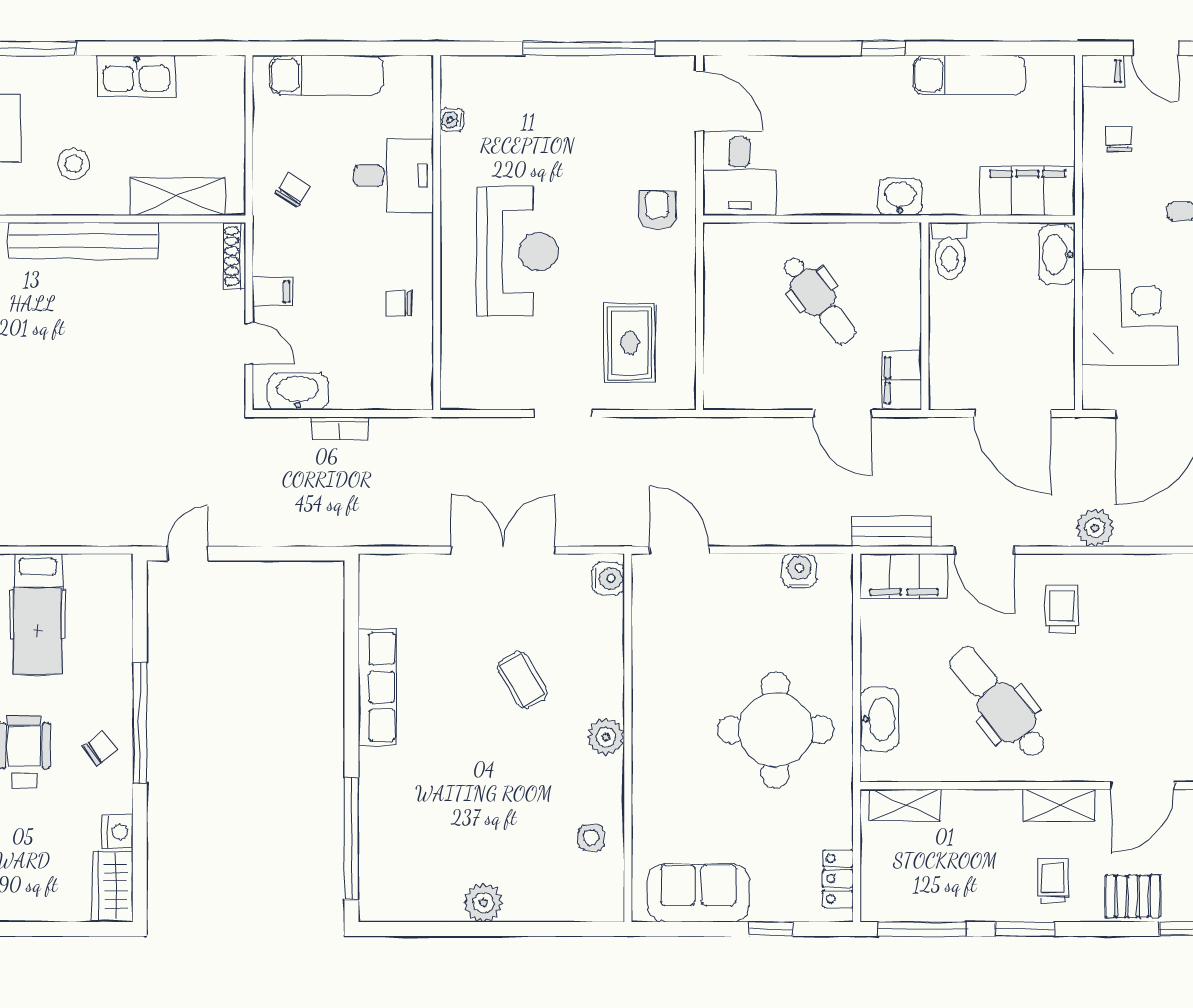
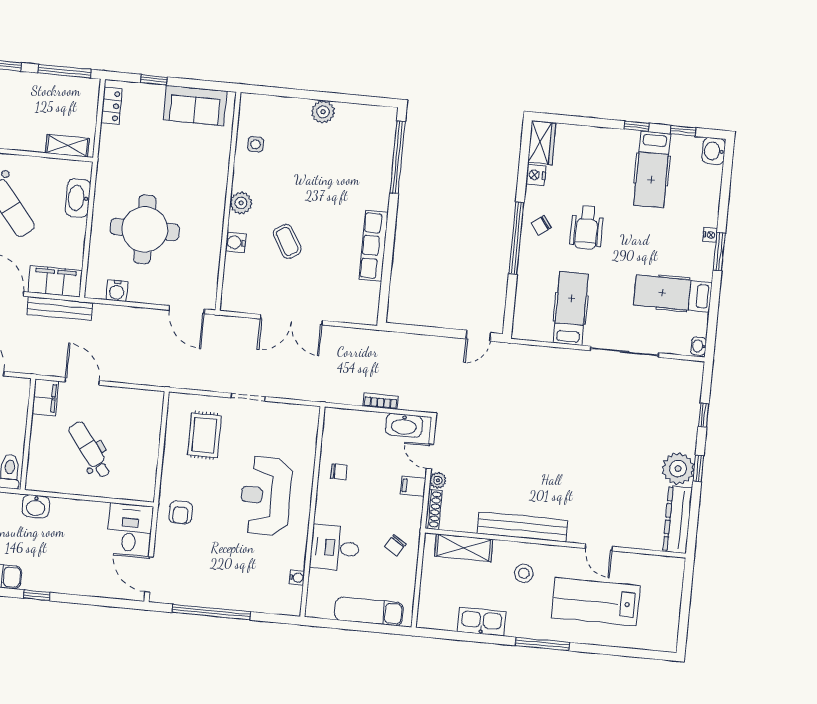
plant: (232, 305) -> (438, 480), added
bench: (892, 531) -> (60, 309), width x1.36
water cooler: (608, 578) -> (236, 243), moved
round table: (775, 730) -> (145, 229), moved

